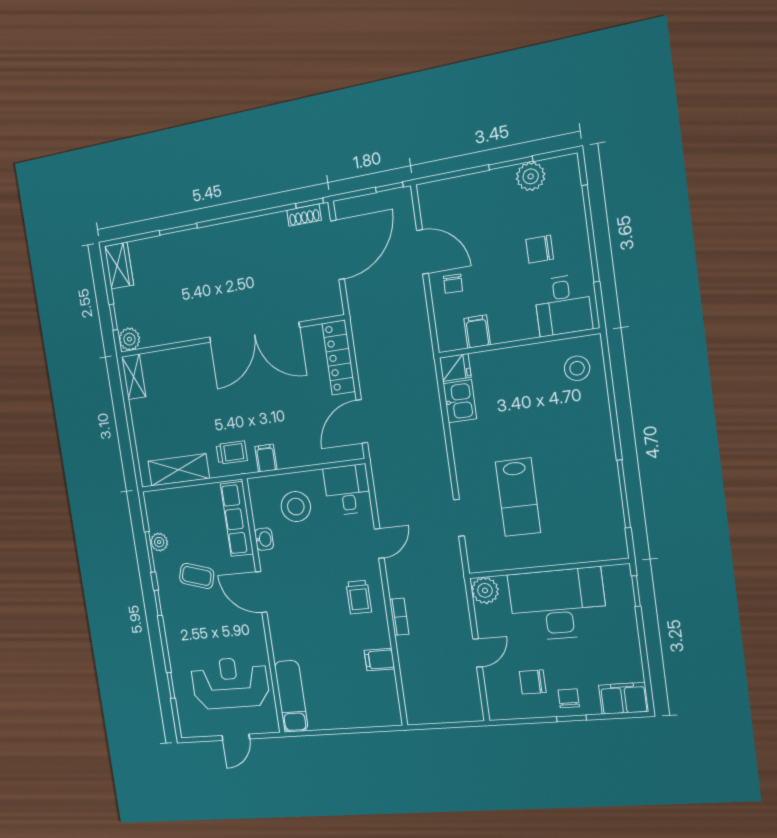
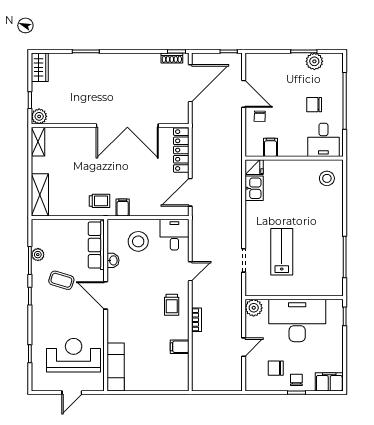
shelving: (179, 470) -> (40, 195), moved, turned 90
lab bench: (518, 497) -> (282, 252), turned 180

